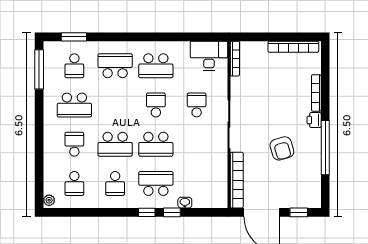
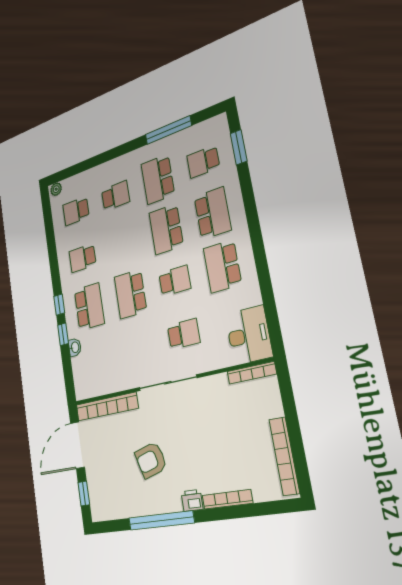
window: (39, 69) -> (168, 130), moved
school desk: (115, 144) -> (166, 229), moved

